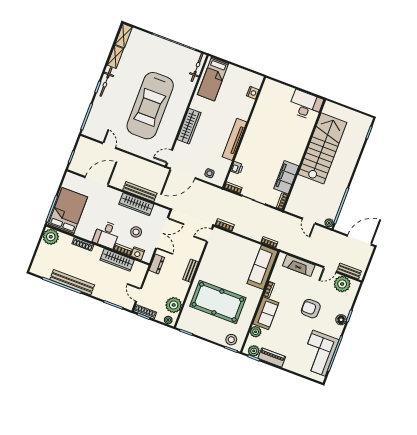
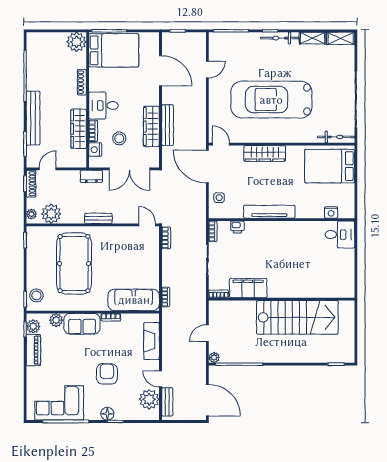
bed: (213, 79) -> (330, 166), width x1.50
desk: (306, 105) -> (340, 235), moved, width x0.73
bench: (72, 282) -> (33, 118), moved

